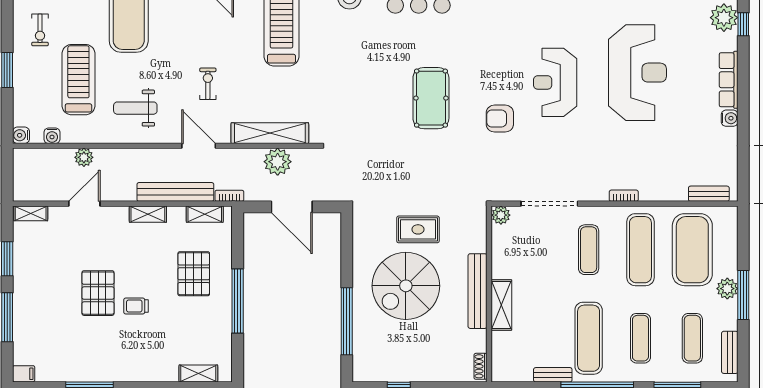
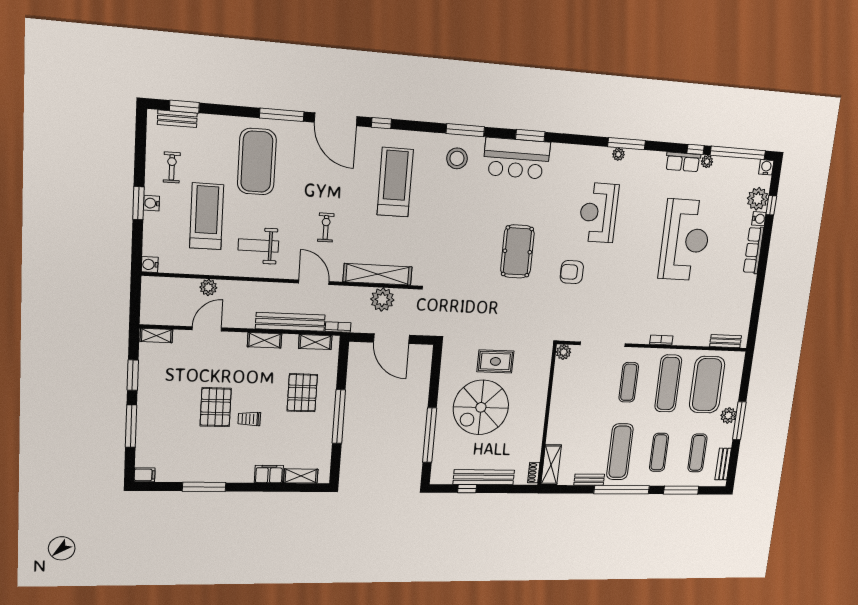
exercise bike: (40, 30) -> (172, 167), turned 180
reception desk: (555, 82) -> (598, 213), moved
water cooler: (730, 118) -> (759, 219), moved
water cooler: (52, 136) -> (151, 203), moved, turned 90
bench: (478, 291) -> (484, 477), moved, turned 90
shelving: (501, 305) -> (551, 465), moved
filing cabinet: (162, 371) -> (269, 474), added

